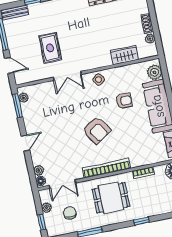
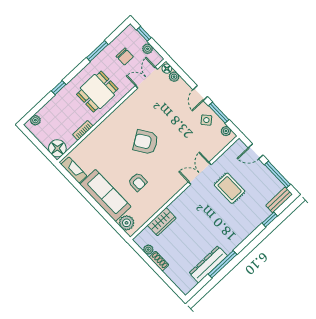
side table: (99, 80) -> (206, 120), moved
armchair: (124, 101) -> (138, 182), turned -90
window: (18, 106) -> (219, 113), moved
bookcase: (106, 168) -> (117, 115), removed

